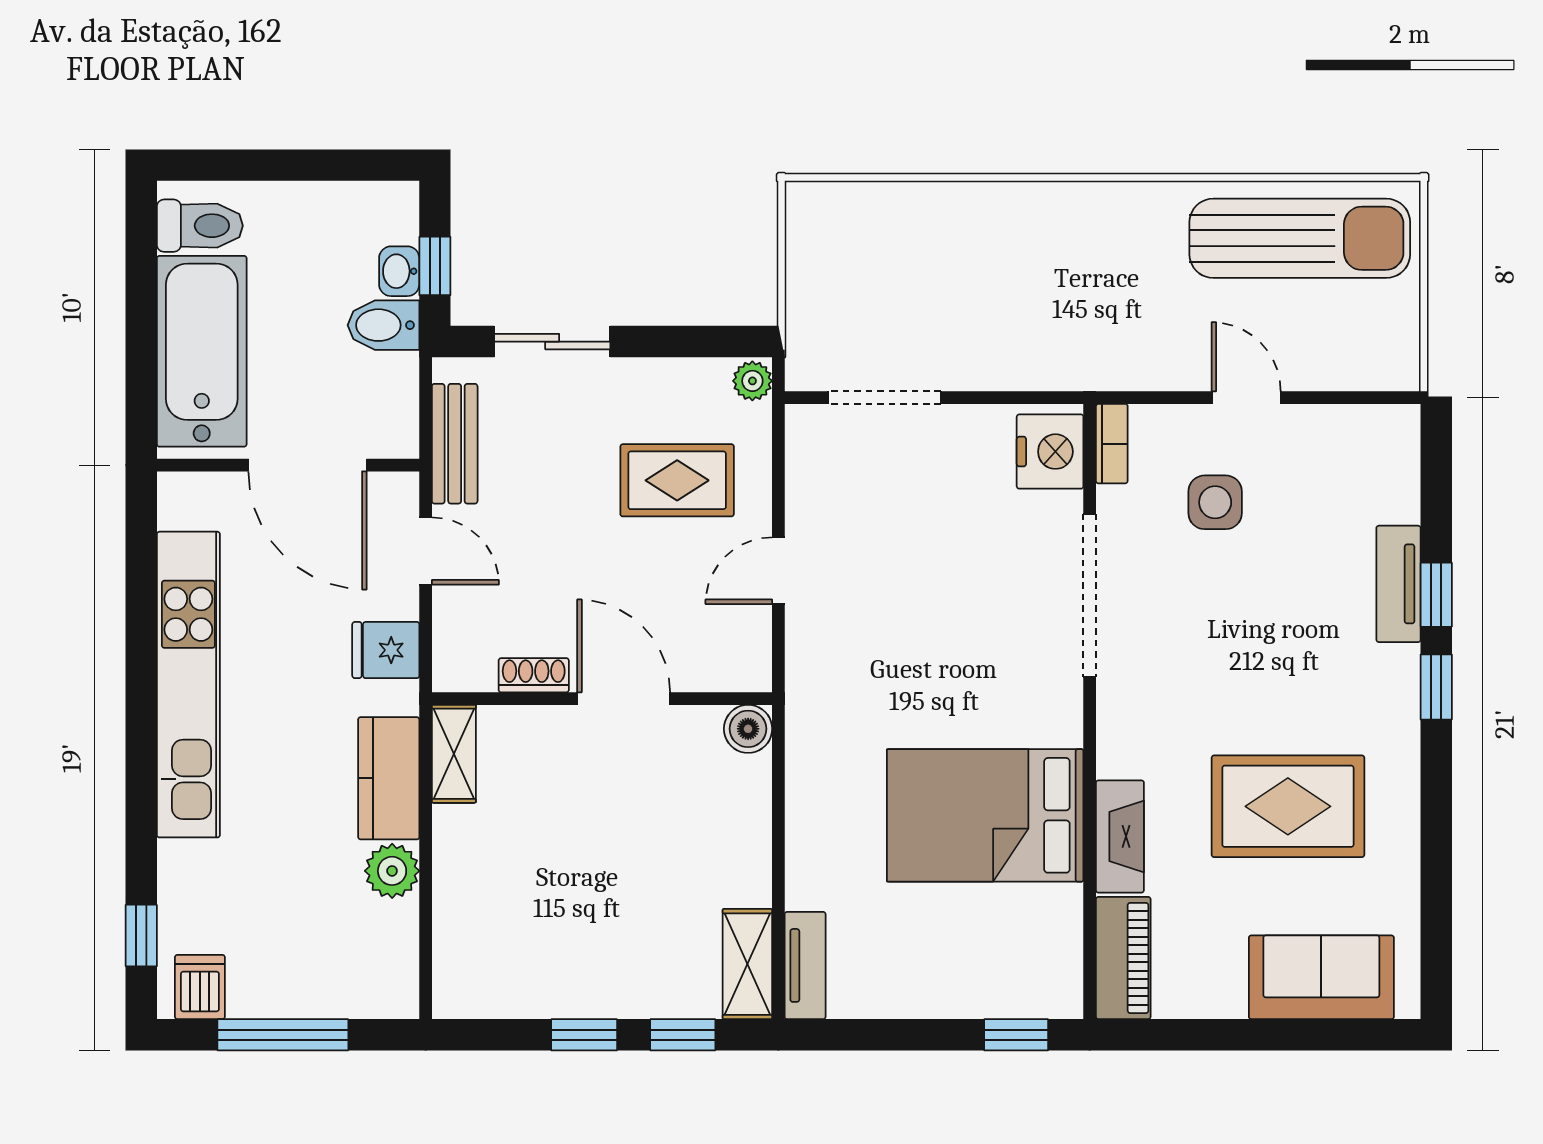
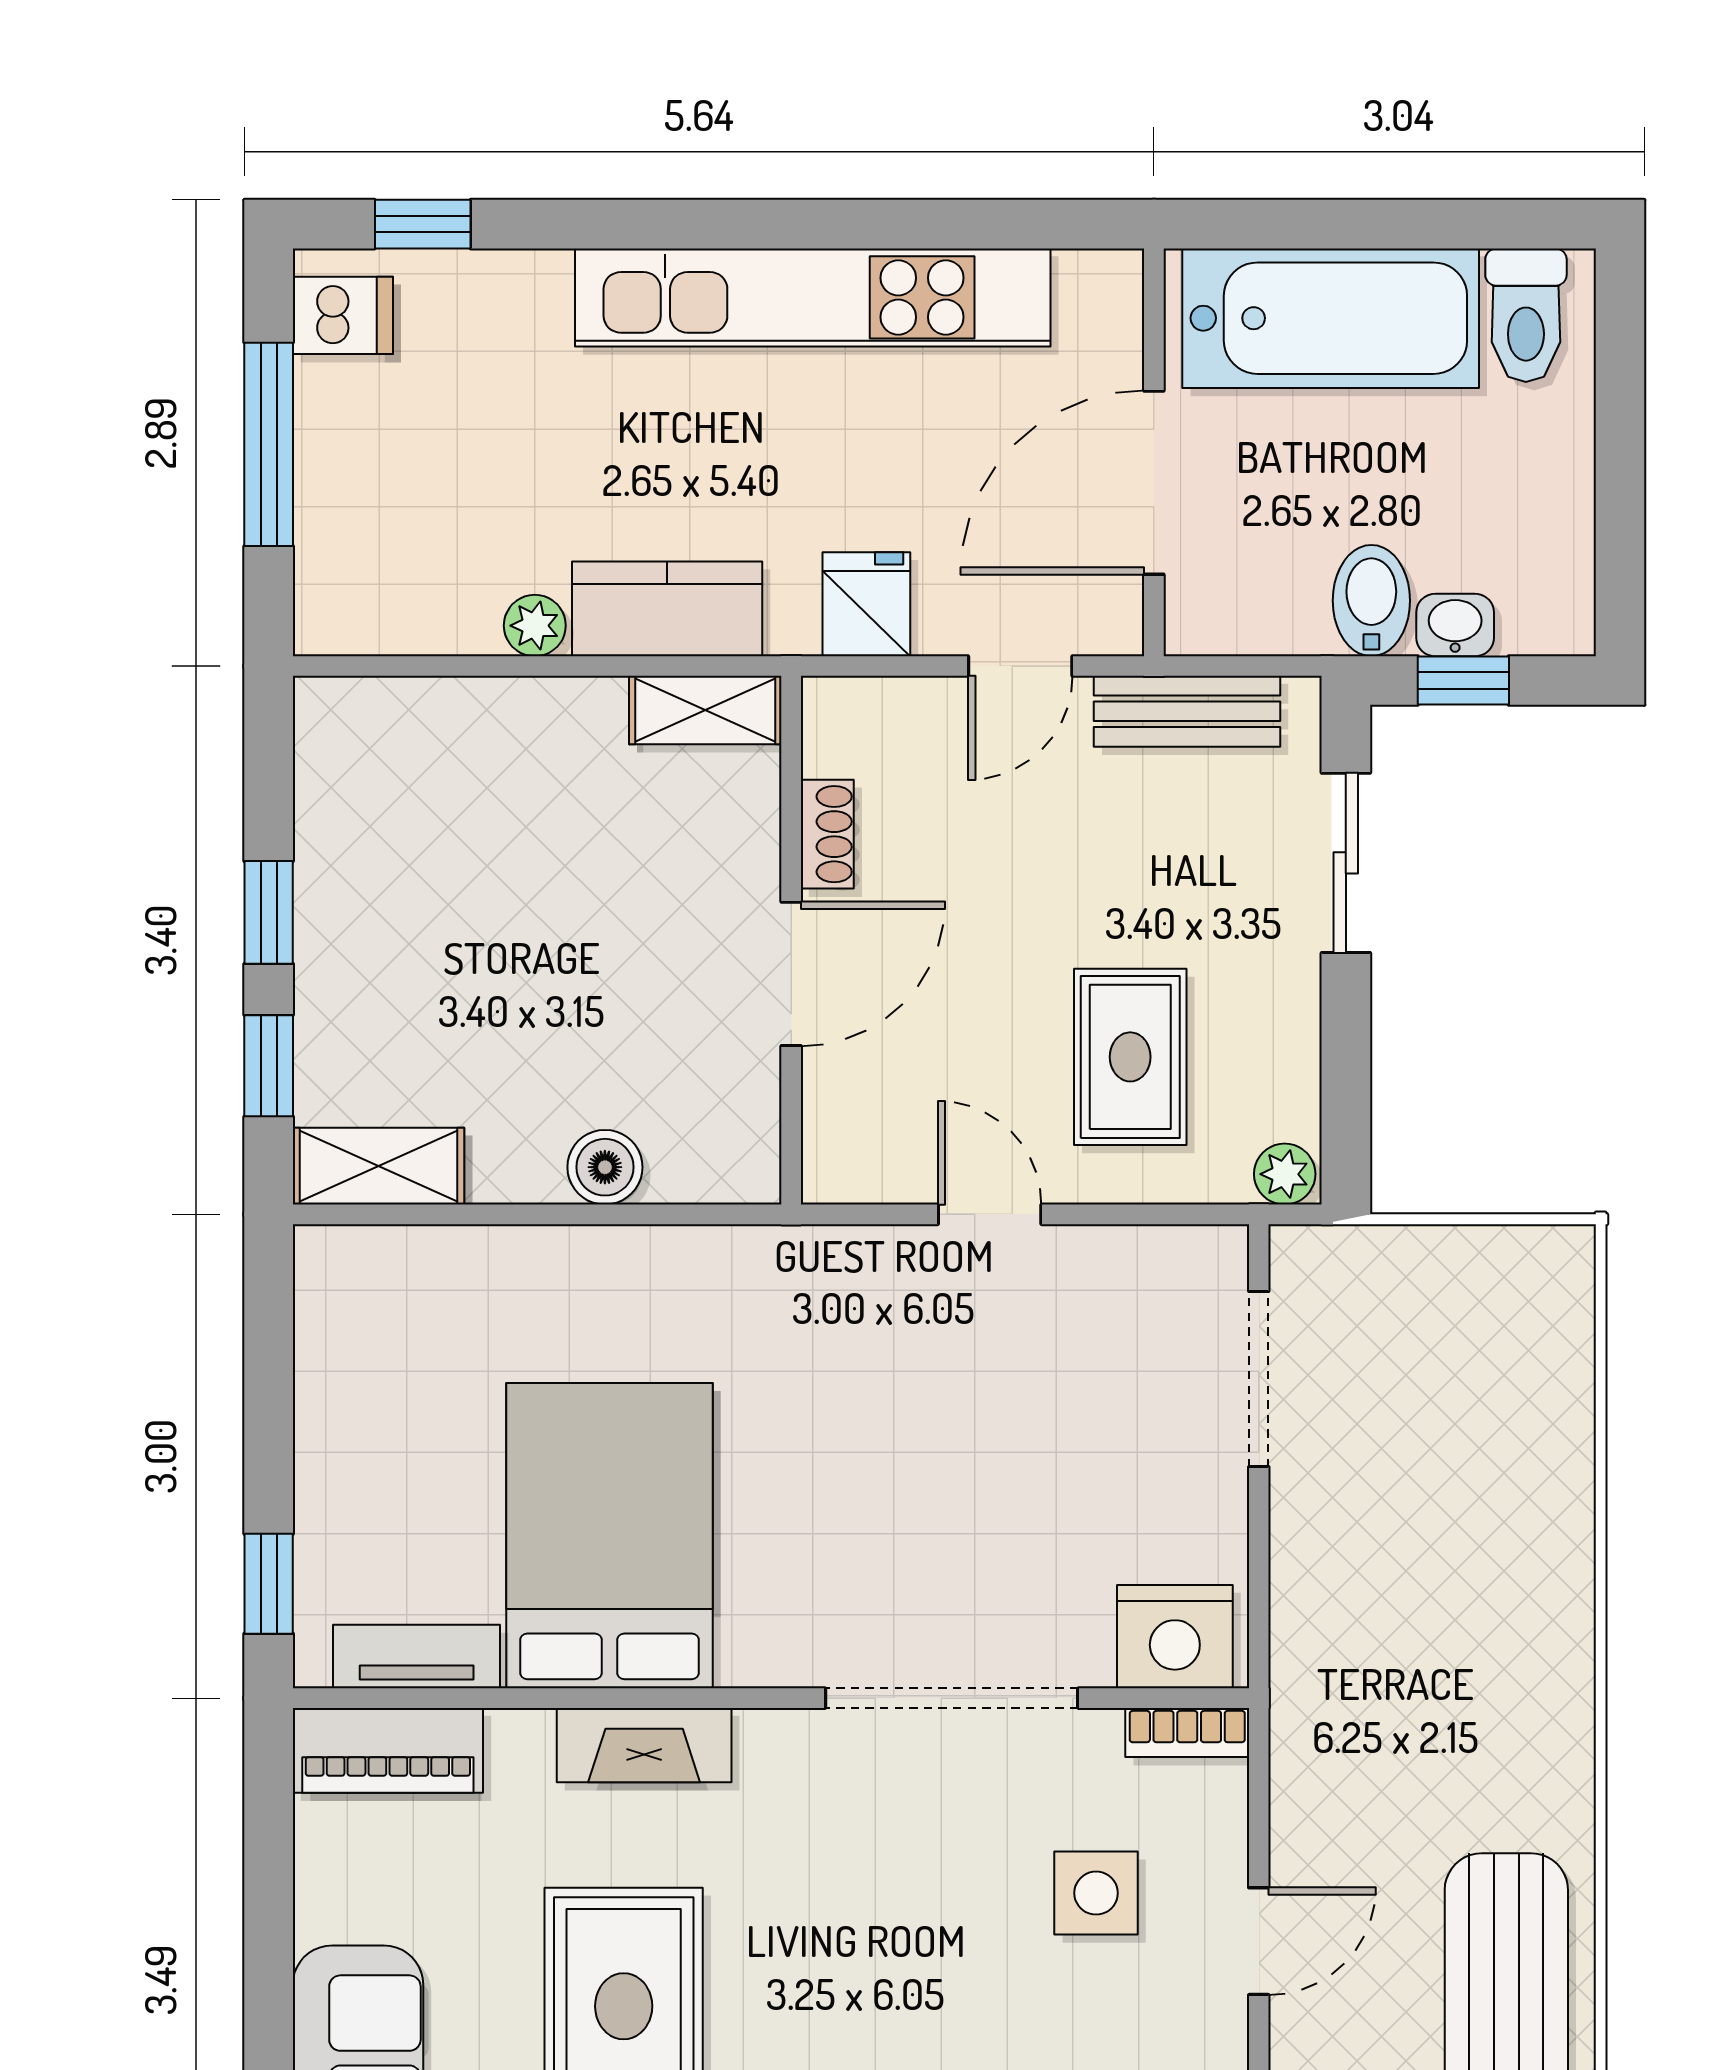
boiler: (748, 729) -> (605, 1167), moved
fireplace: (1120, 836) -> (644, 1745), moved
plant: (392, 871) -> (535, 626), width x0.73, depth x0.73
tv unit: (805, 965) -> (417, 1657), moved, turned 180

